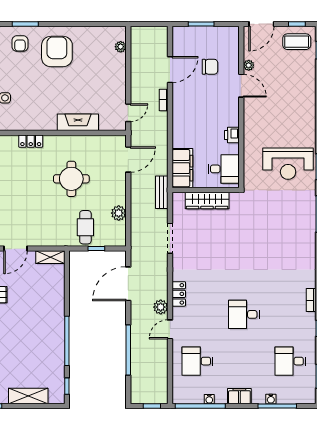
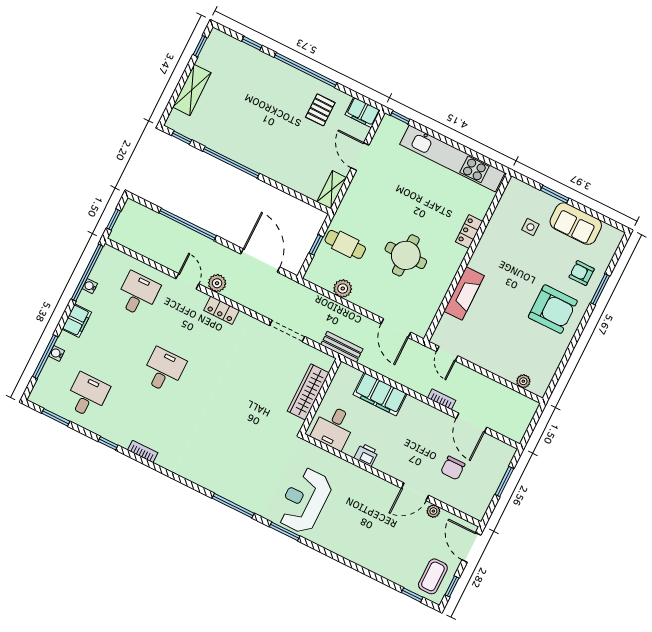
filing cabinet: (182, 168) -> (380, 394), moved

